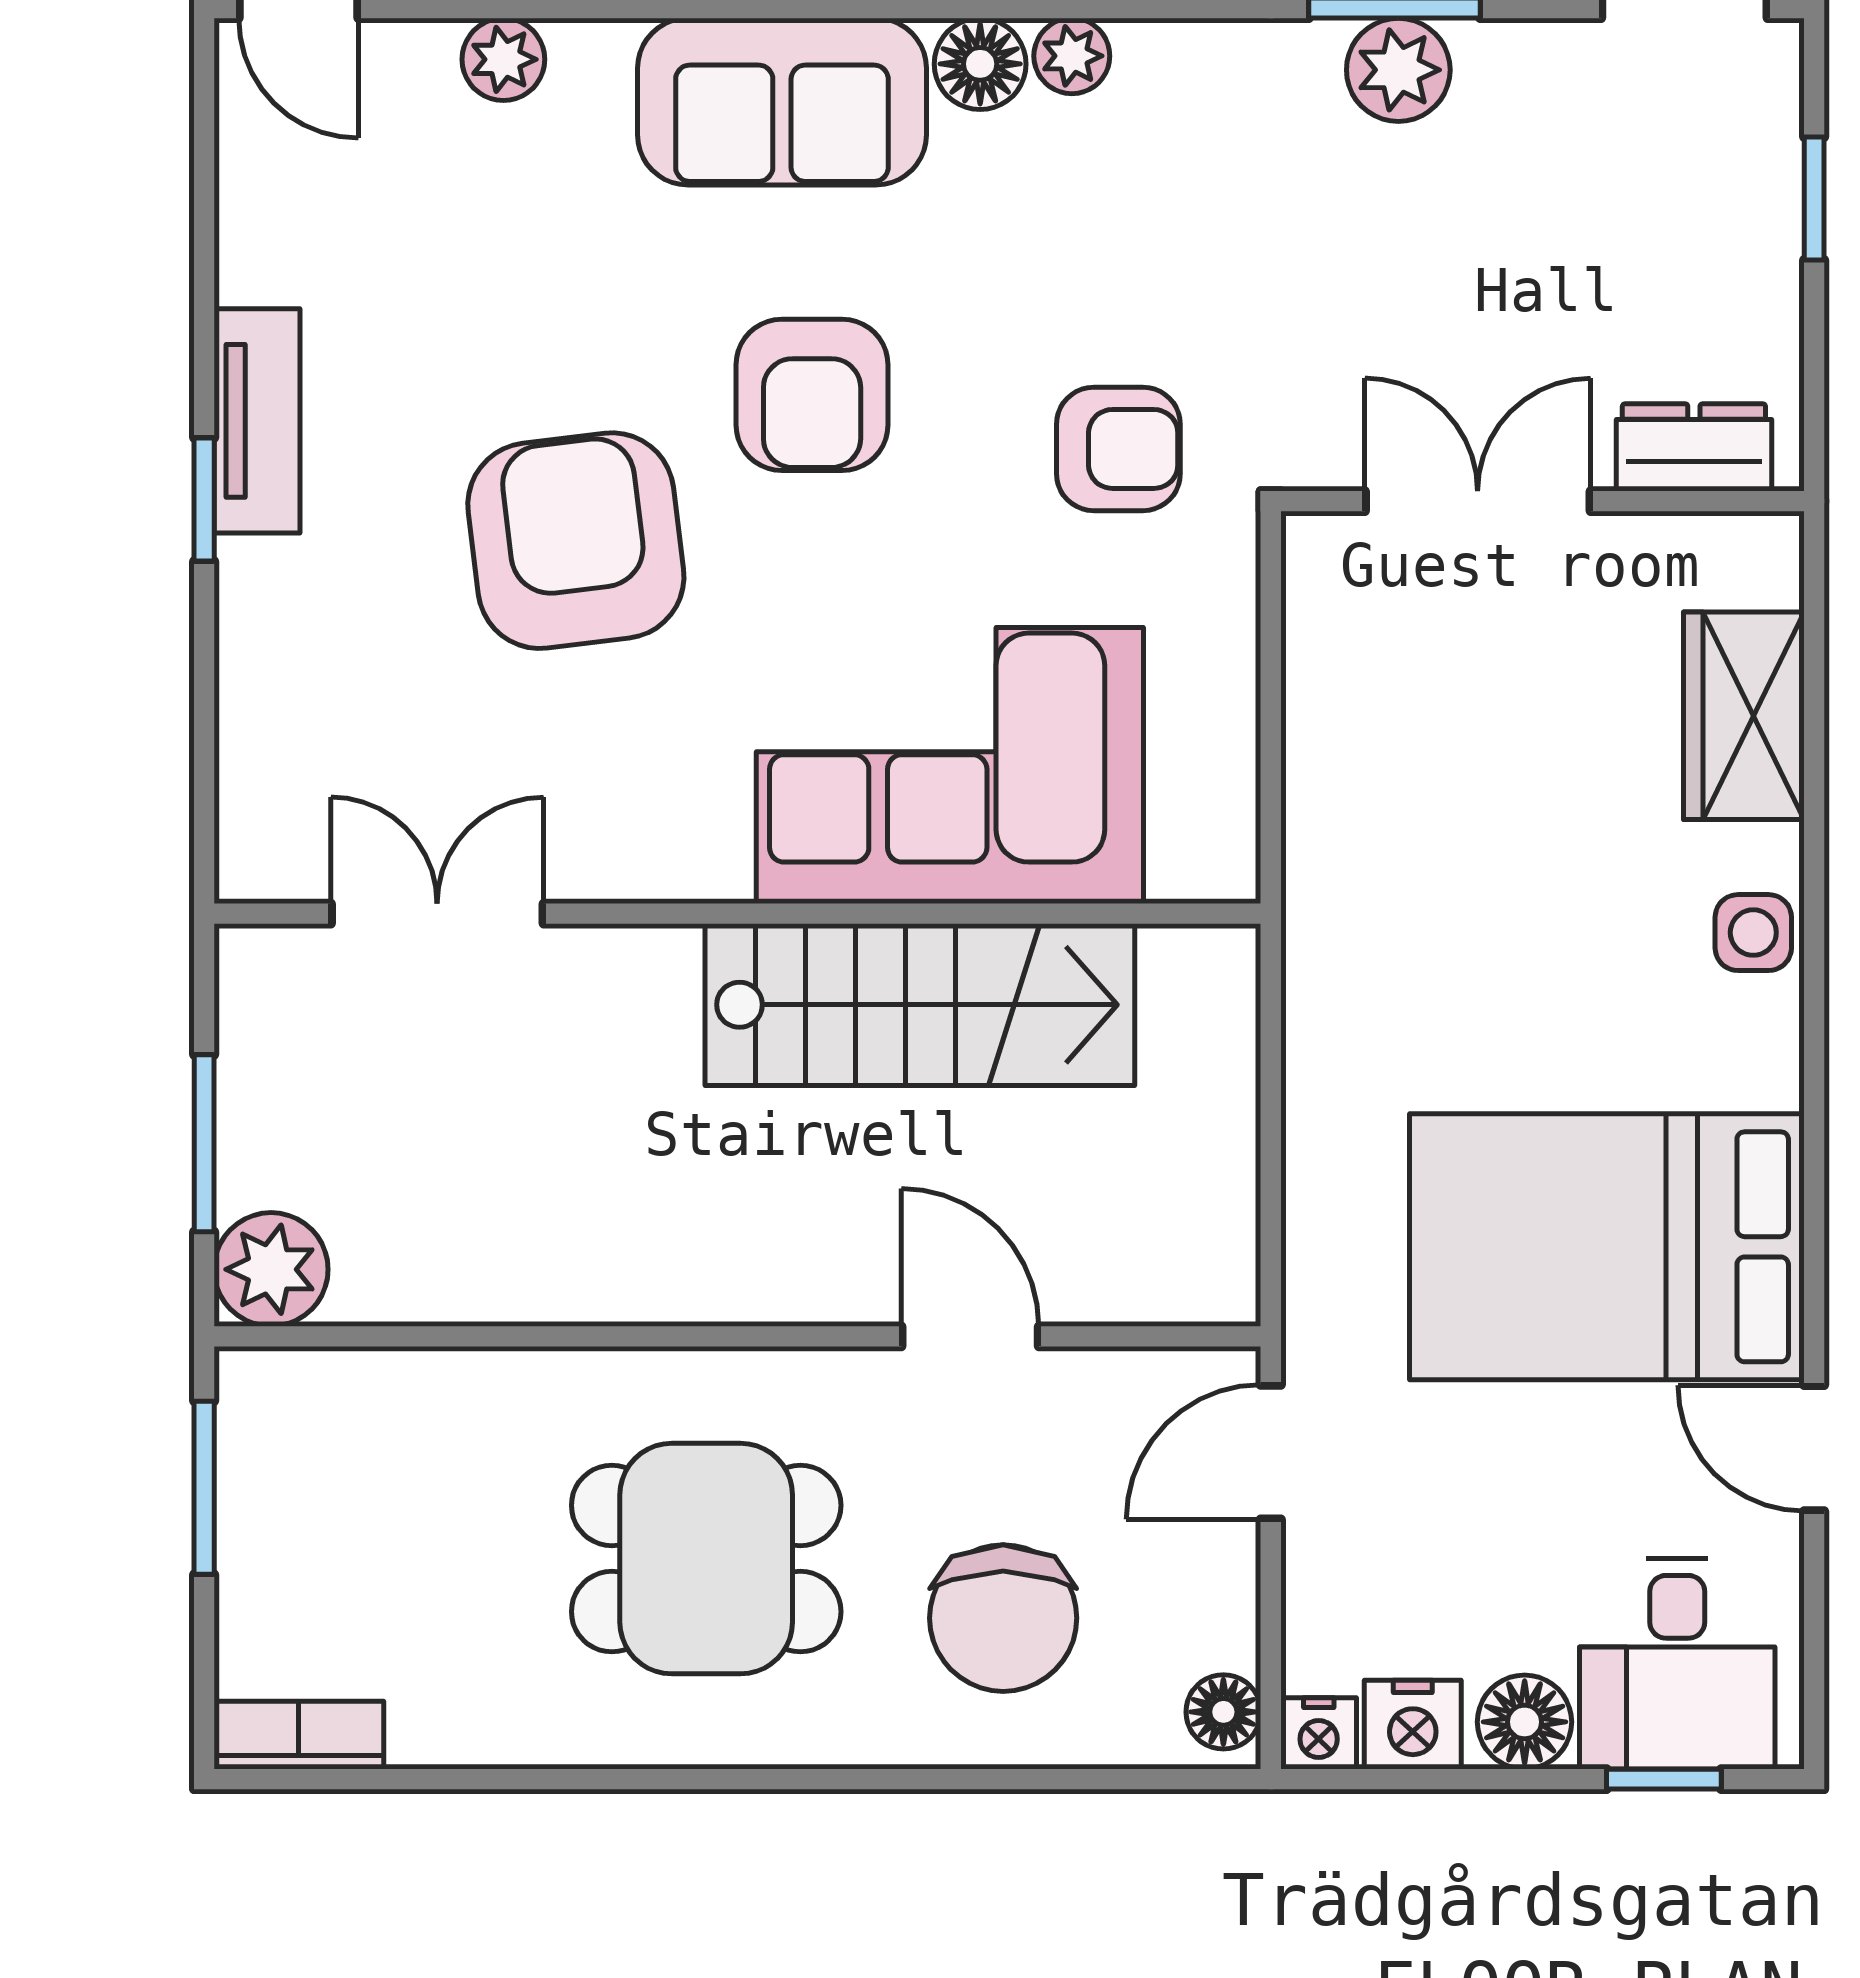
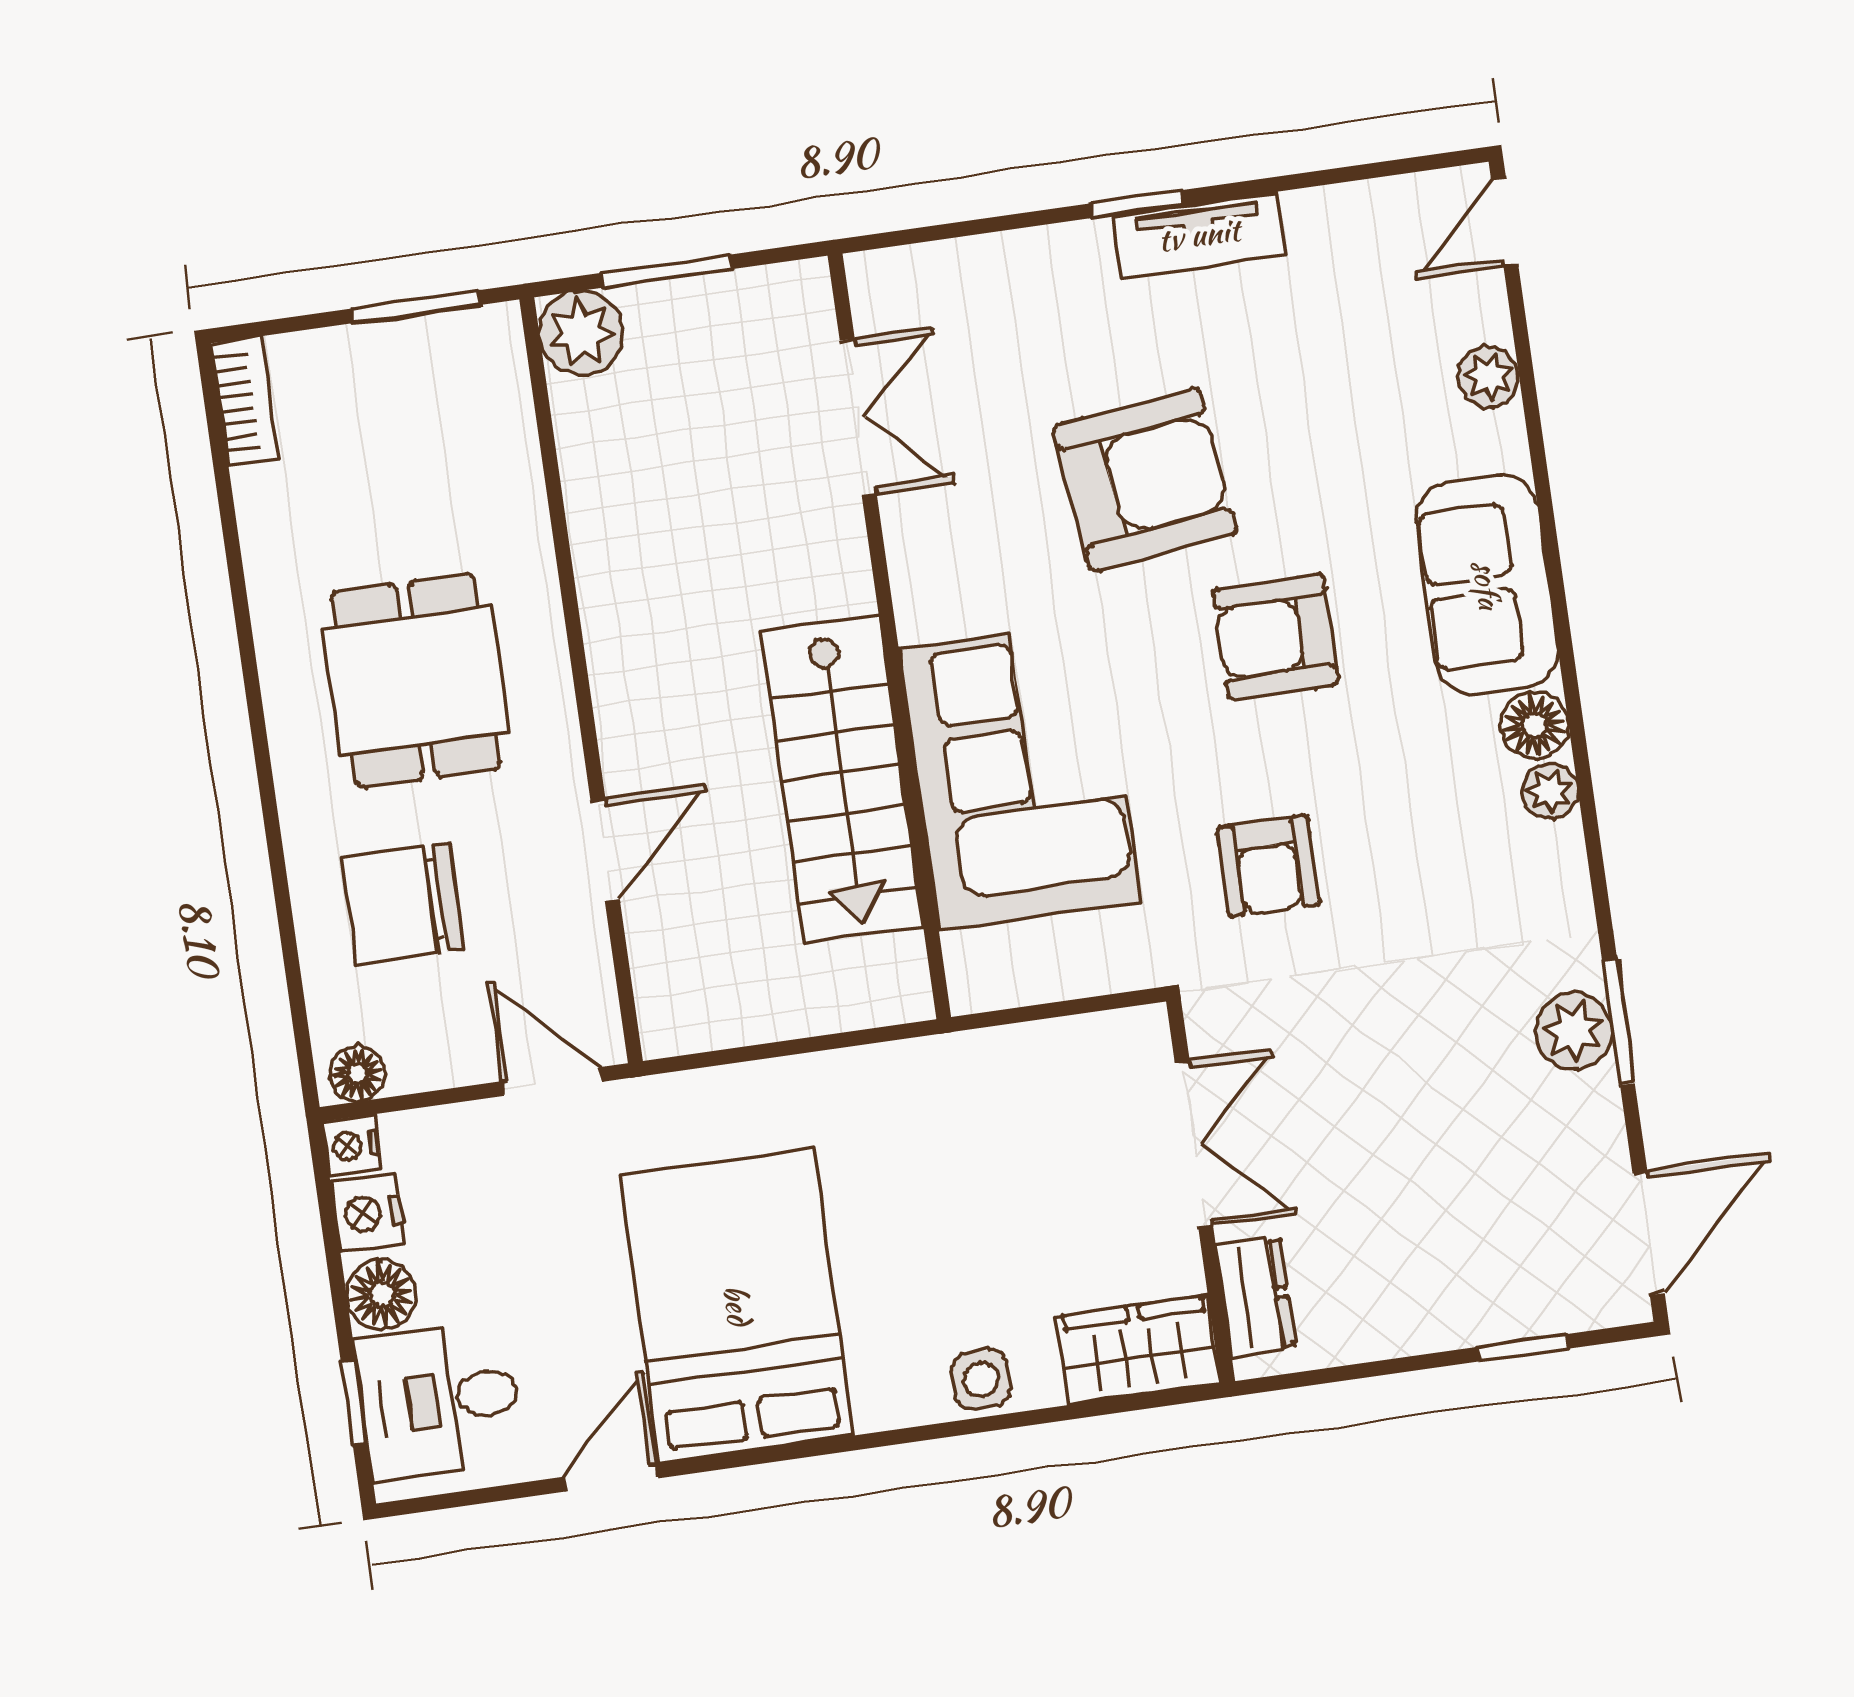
dresser: (1694, 447) -> (1256, 1296), moved
double door: (1478, 501) -> (1194, 1144), moved
wall: (1542, 501) -> (1201, 1191), moved

